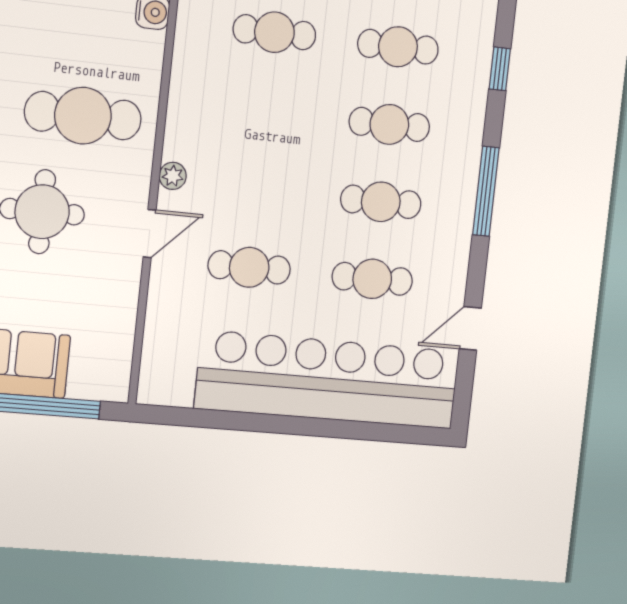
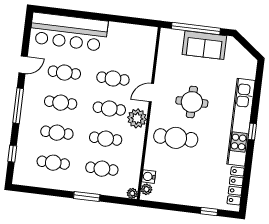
cafe table: (266, 111) -> (106, 139), added
plant: (173, 176) -> (137, 118), width x1.87, depth x1.87
cafe table: (258, 189) -> (109, 109), added
door: (470, 328) -> (23, 65), moved
bar counter: (328, 380) -> (69, 32), width x0.73

